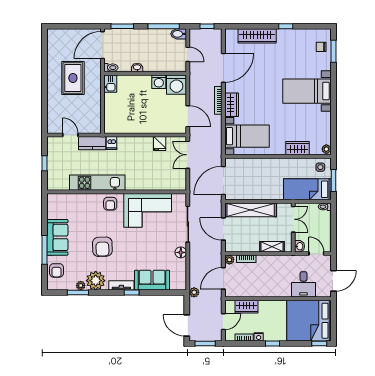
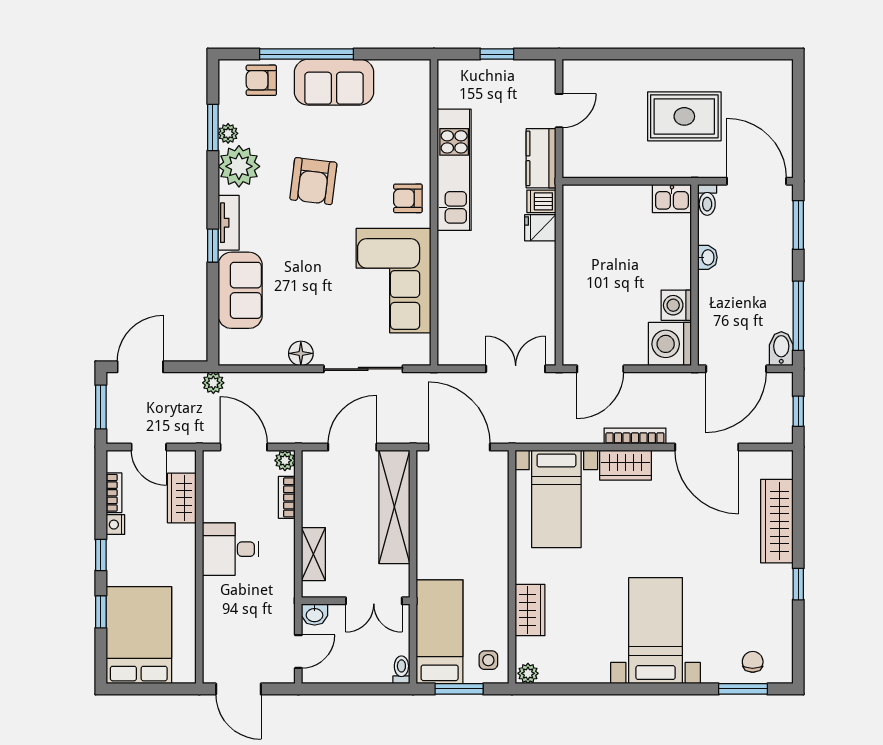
door: (188, 54) -> (736, 369), width x1.87
fridge: (160, 144) -> (540, 228), moved
armchair: (102, 247) -> (313, 181), turned -81
window: (45, 250) -> (306, 54), width x1.46
desk: (303, 284) -> (231, 549), moved
bed: (309, 321) -> (139, 635), width x0.73
window: (319, 343) -> (101, 612), moved

